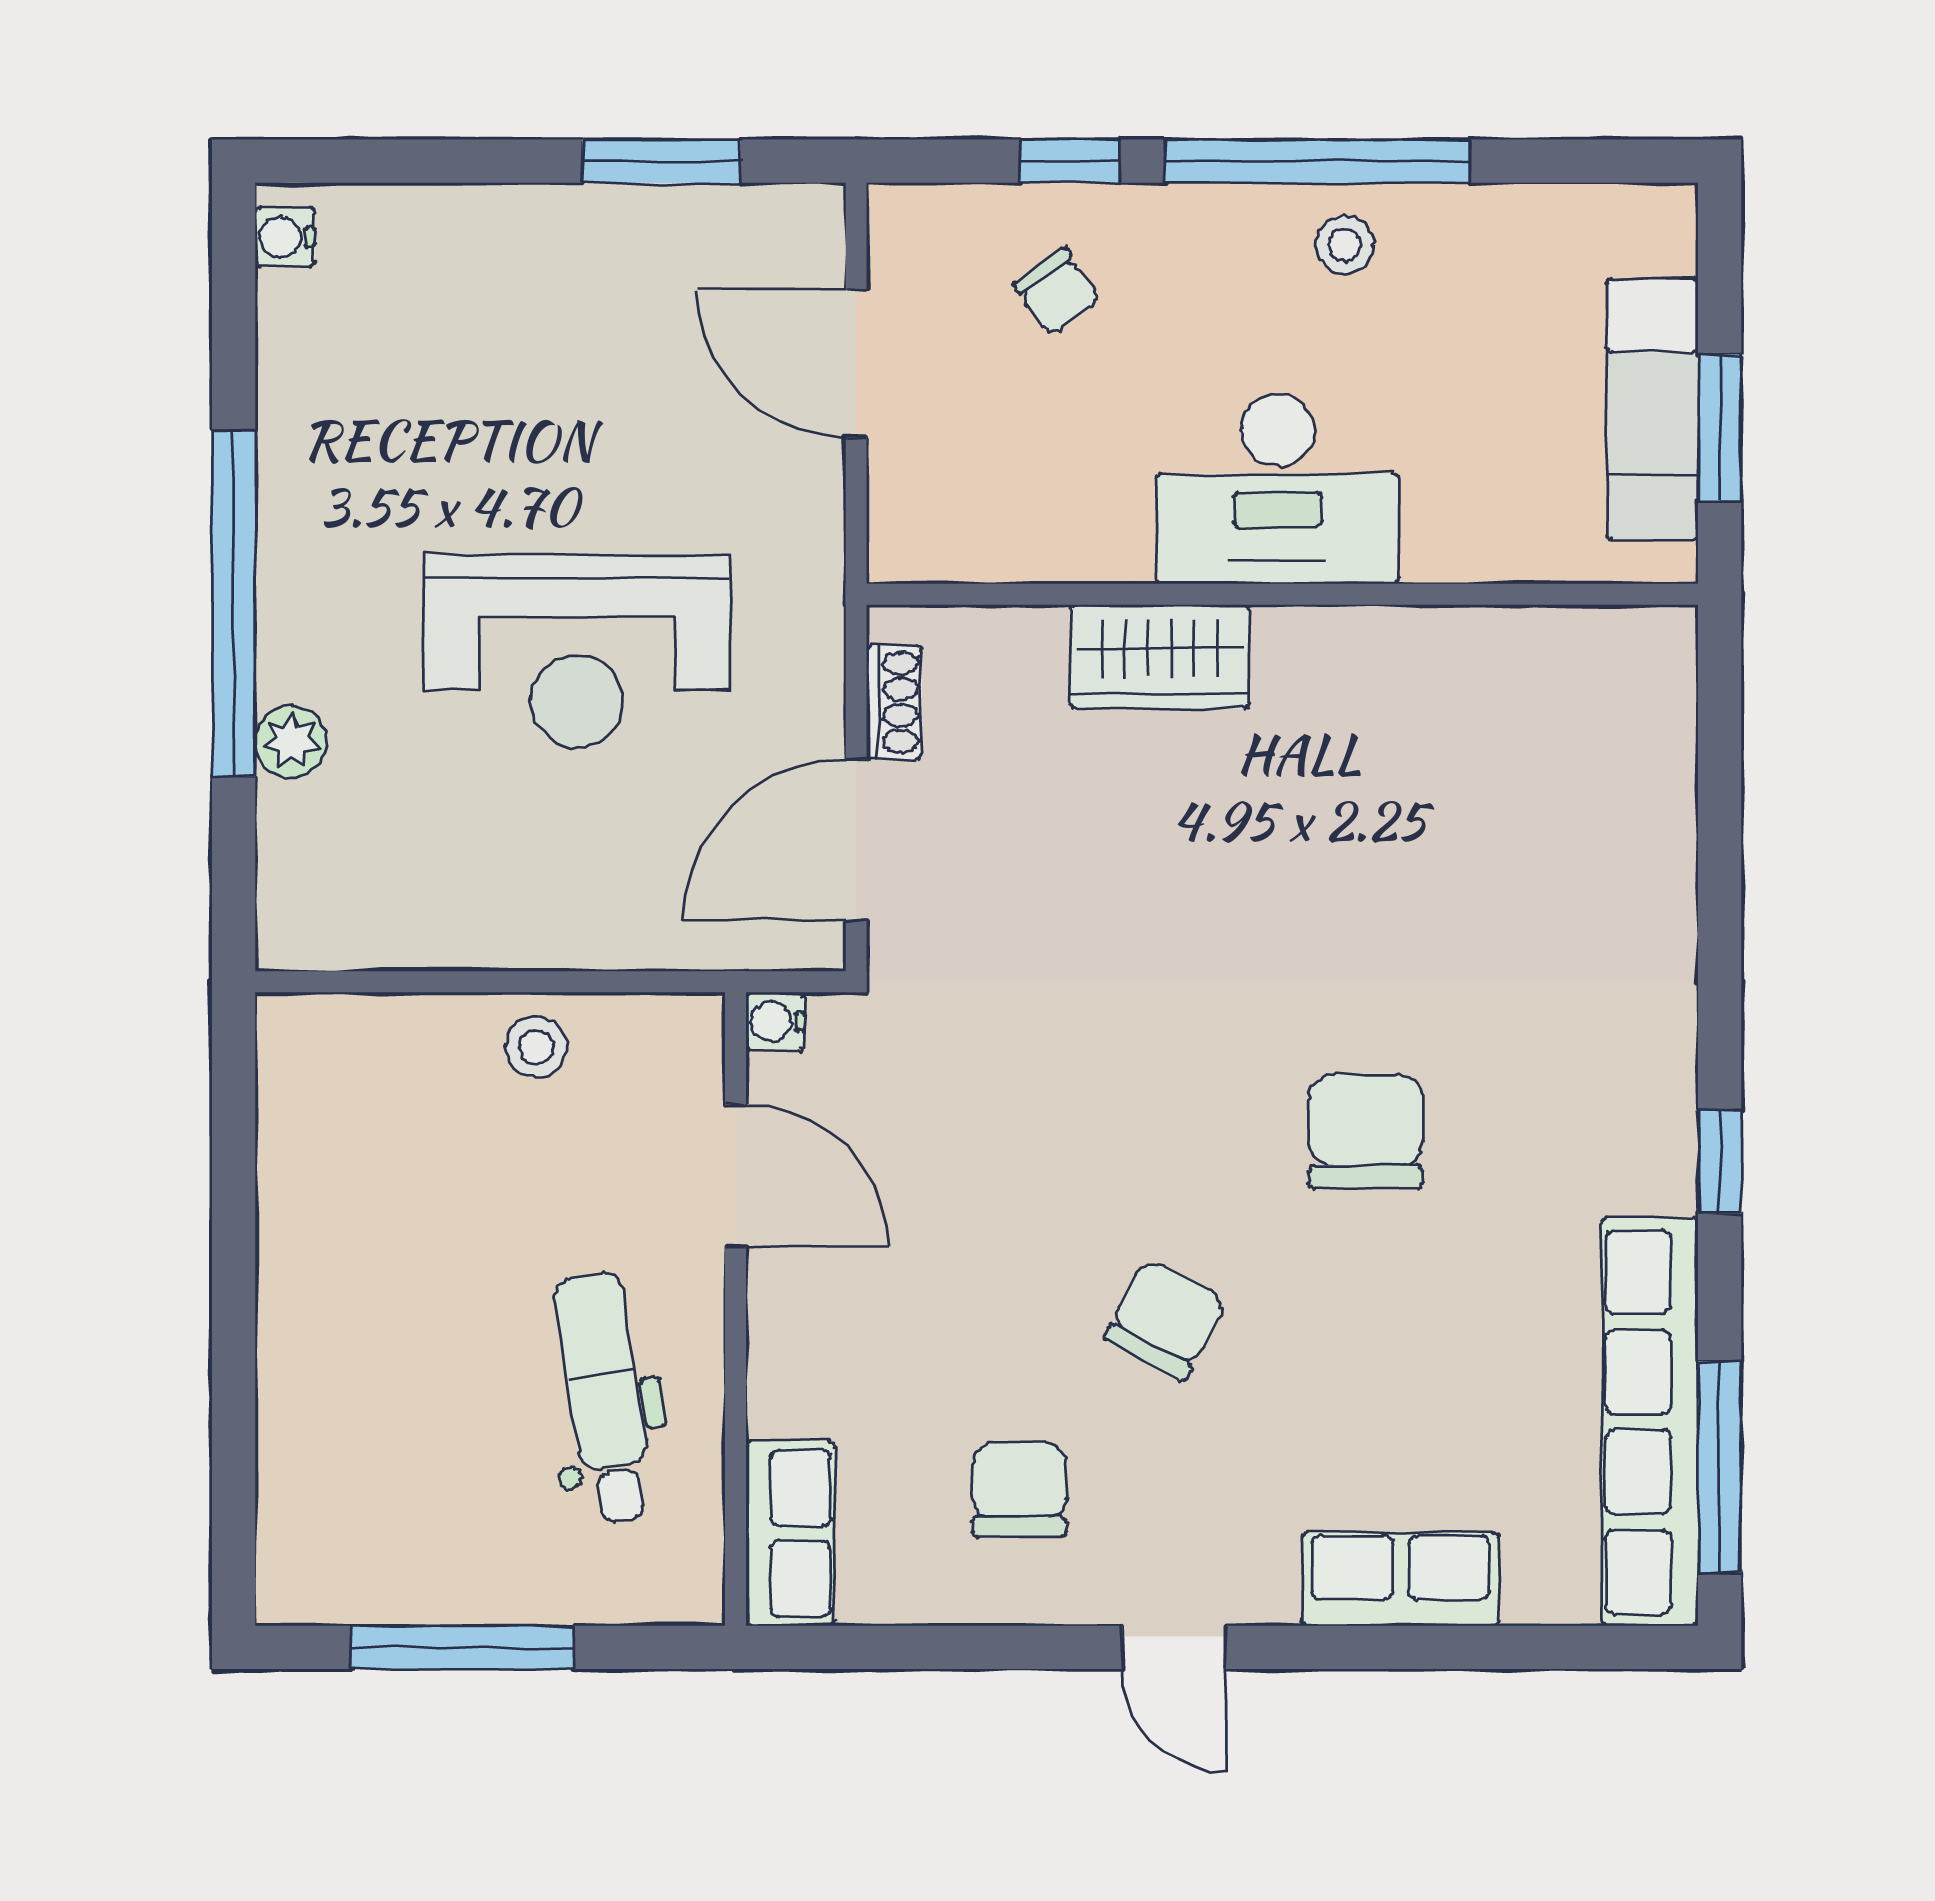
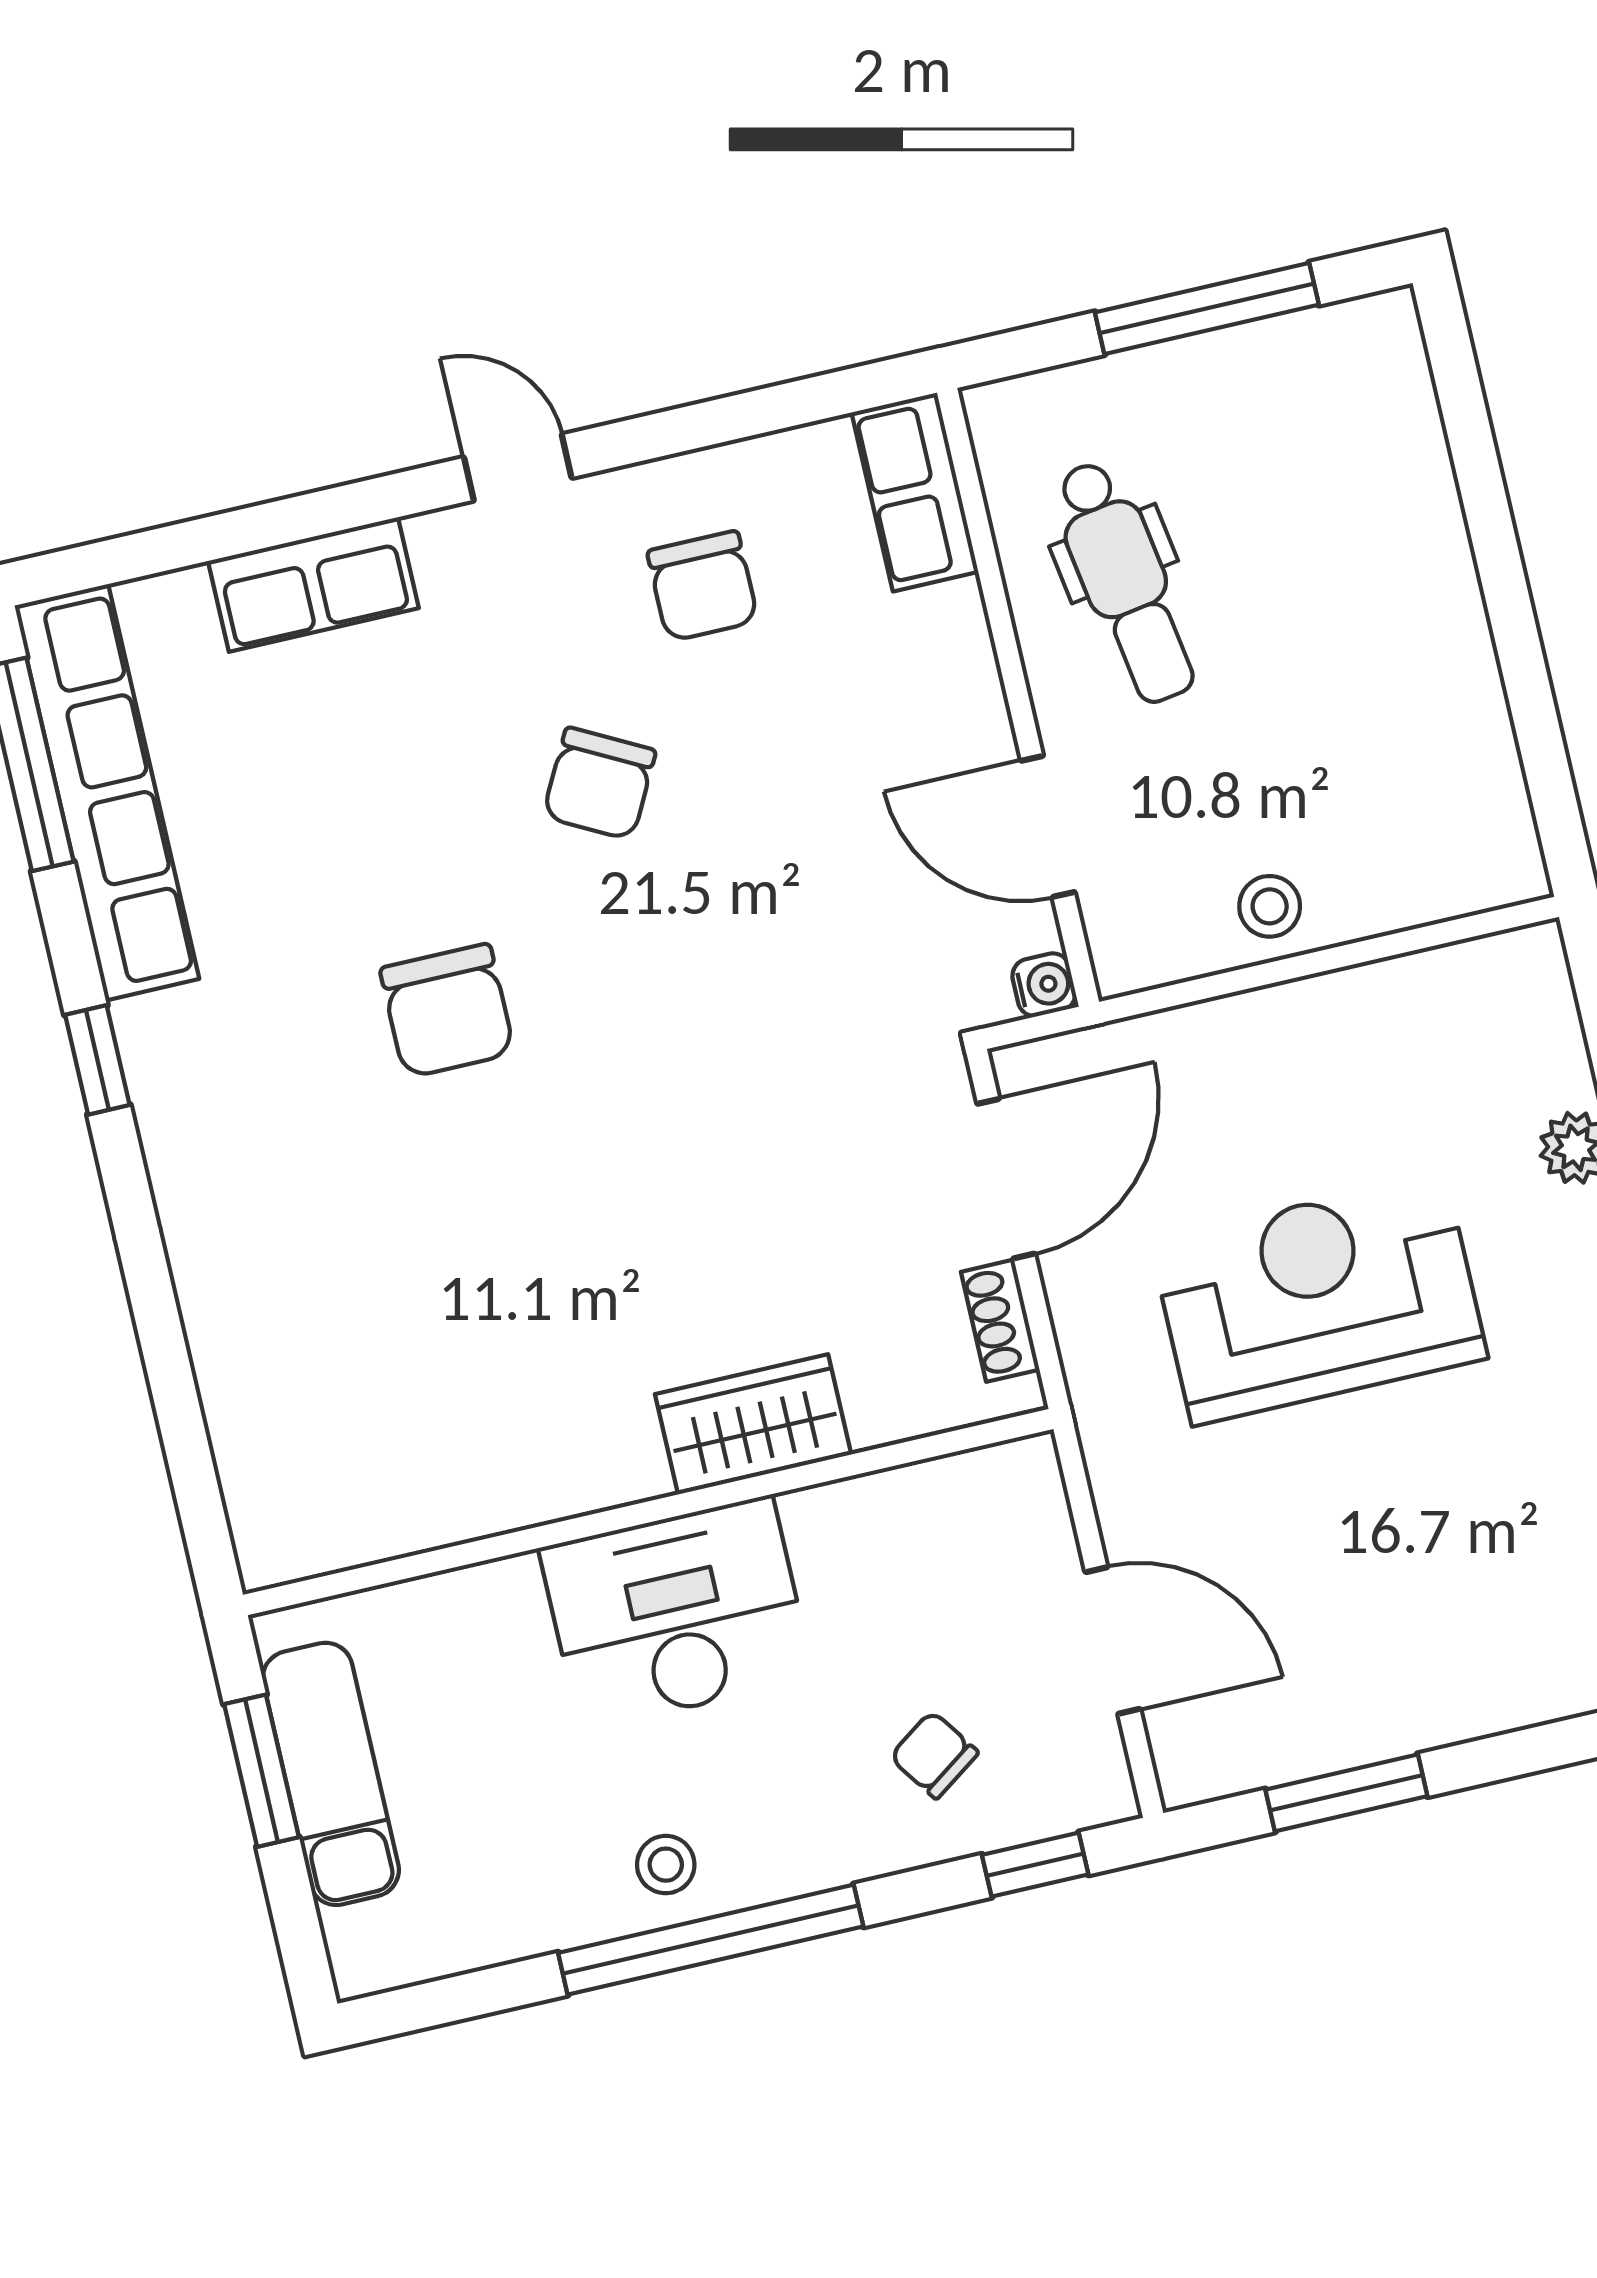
window: (1070, 161) -> (1035, 1865), moved

